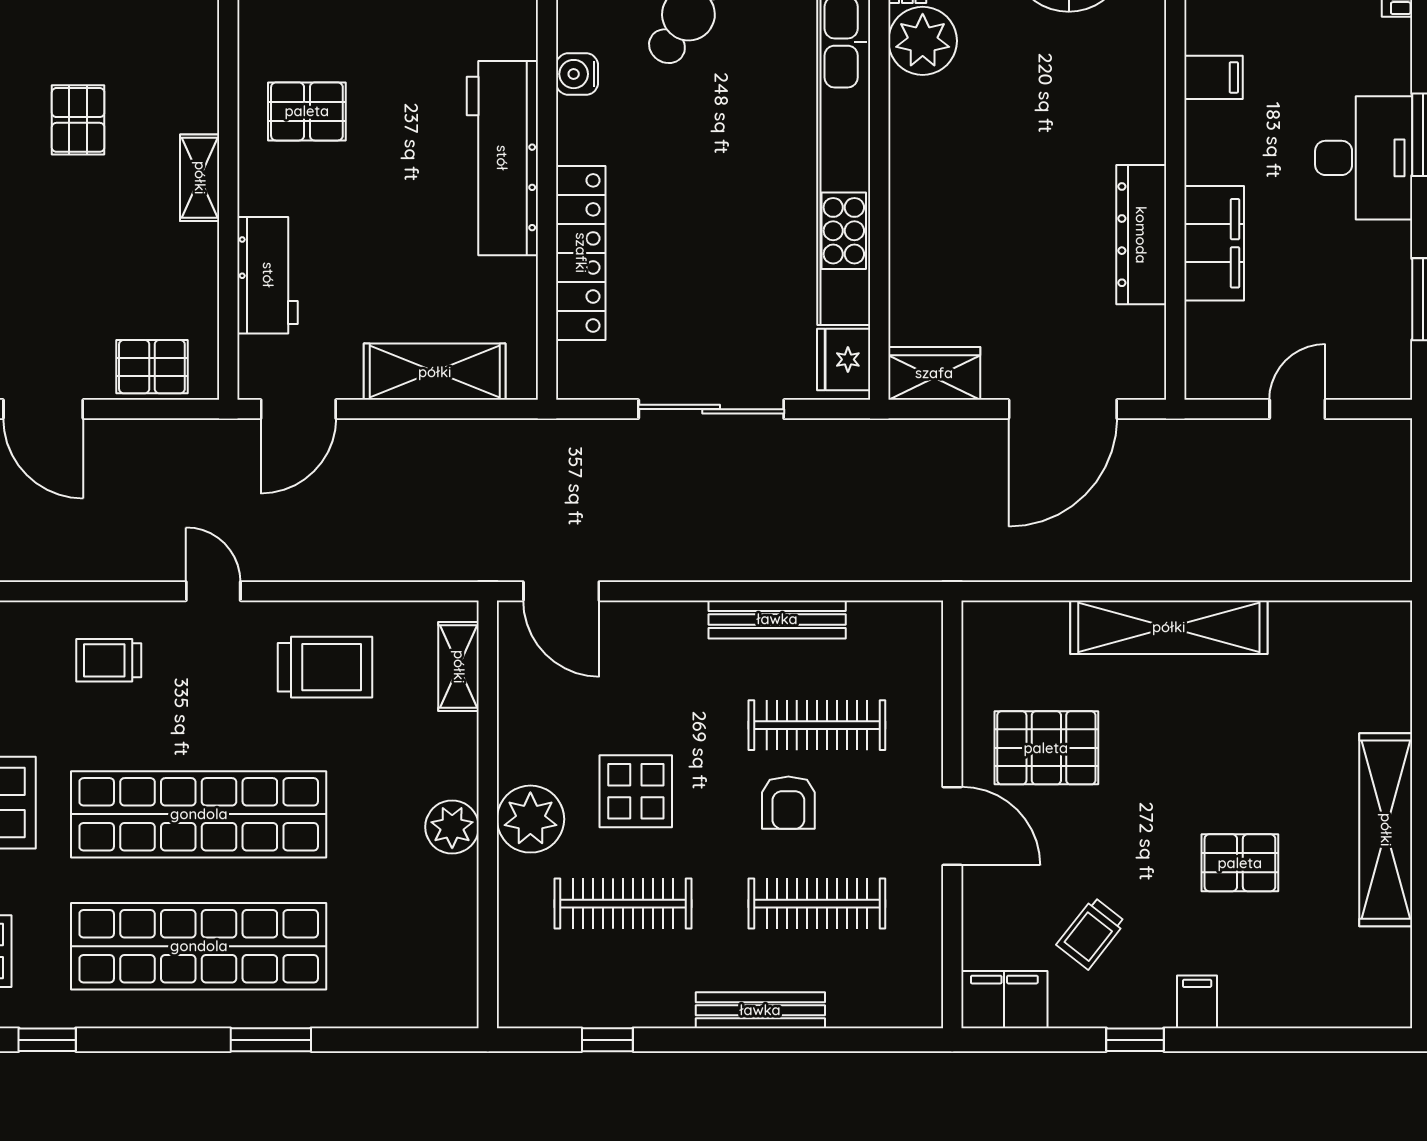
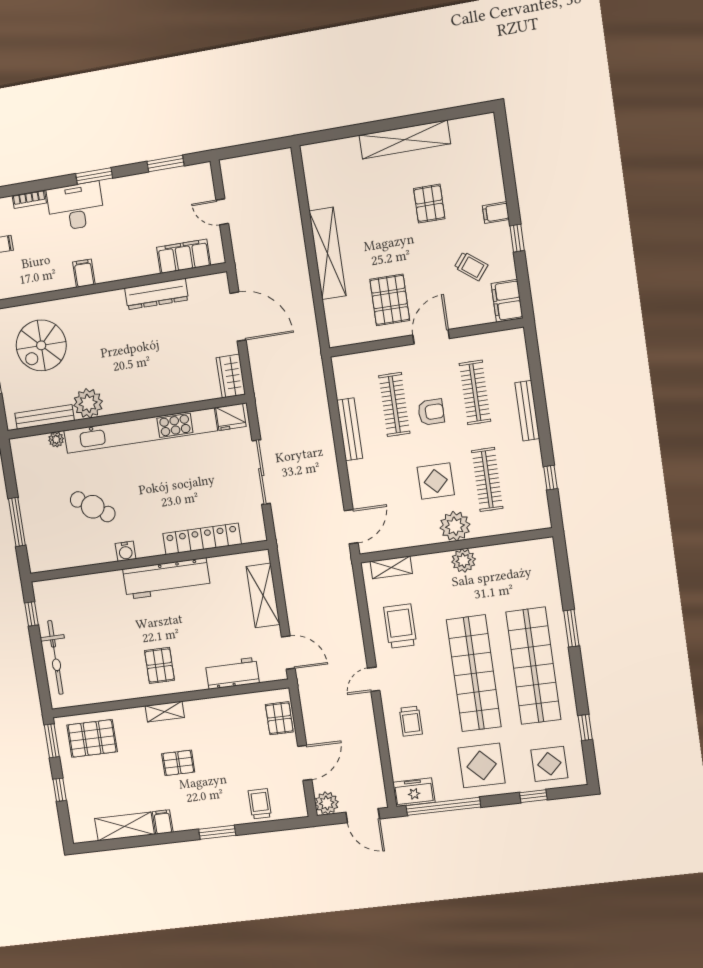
desk: (1364, 158) -> (76, 206), moved
shelving: (200, 178) -> (165, 712), moved
filing cabinet: (1214, 243) -> (184, 256), moved

